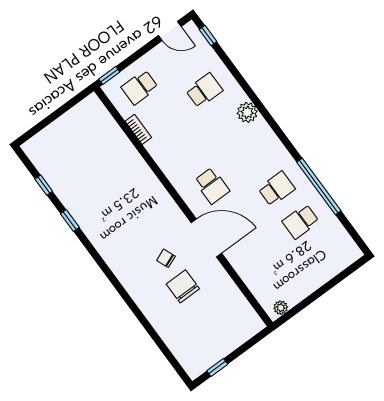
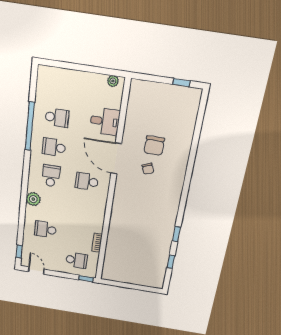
school desk: (252, 156) -> (51, 176), added
school desk: (212, 186) -> (87, 181), turned -90
desk: (252, 263) -> (105, 121), added

